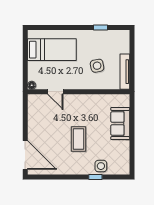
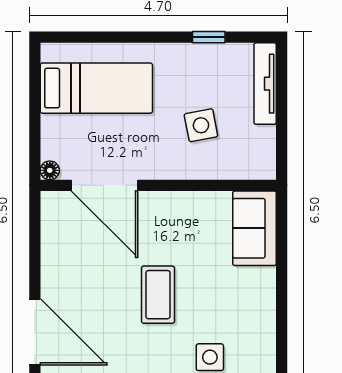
tv unit: (125, 72) -> (265, 84), moved
door: (55, 92) -> (105, 185), width x1.87
sofa: (120, 123) -> (255, 228), moved

